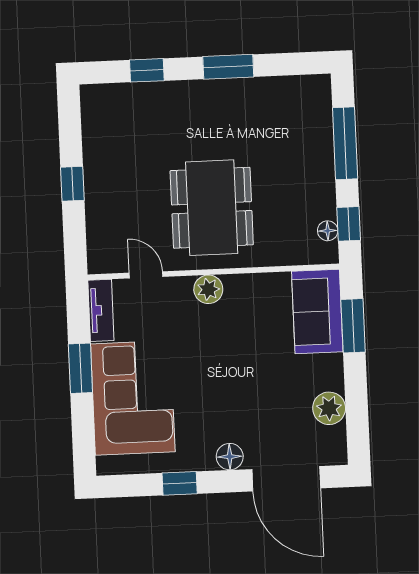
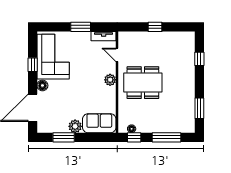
window: (228, 67) -> (199, 108), moved
door: (146, 275) -> (117, 55), swing flipped
window: (353, 326) -> (64, 137), moved
corner sofa: (133, 398) -> (53, 57), moved, turned -90
plant: (329, 408) -> (75, 126), moved

